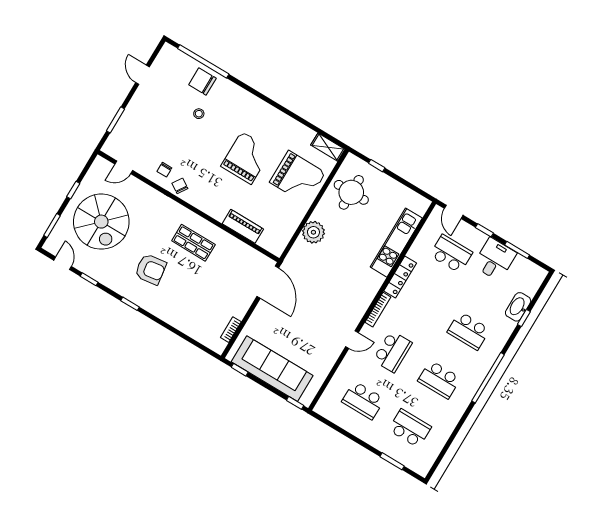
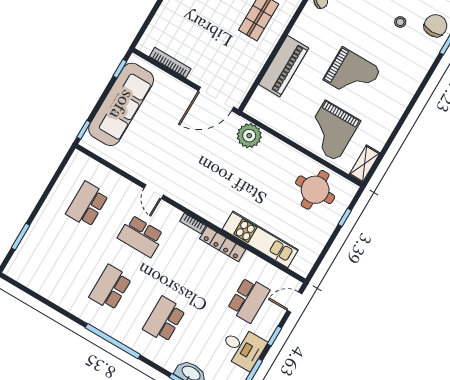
piano: (243, 226) -> (284, 66), width x1.37, depth x1.33
plant: (313, 232) -> (249, 136), moved
bookcase: (378, 310) -> (193, 223), width x0.64
bookcase: (231, 330) -> (170, 63), width x1.56
school desk: (410, 428) -> (57, 256), removed

